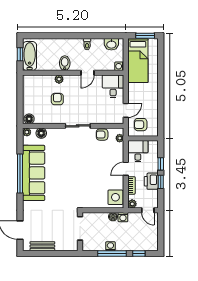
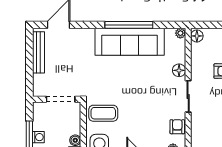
floor lamp: (41, 133) -> (179, 70), moved
coffee table: (91, 194) -> (103, 113), added
bench: (42, 246) -> (38, 52), width x1.36

